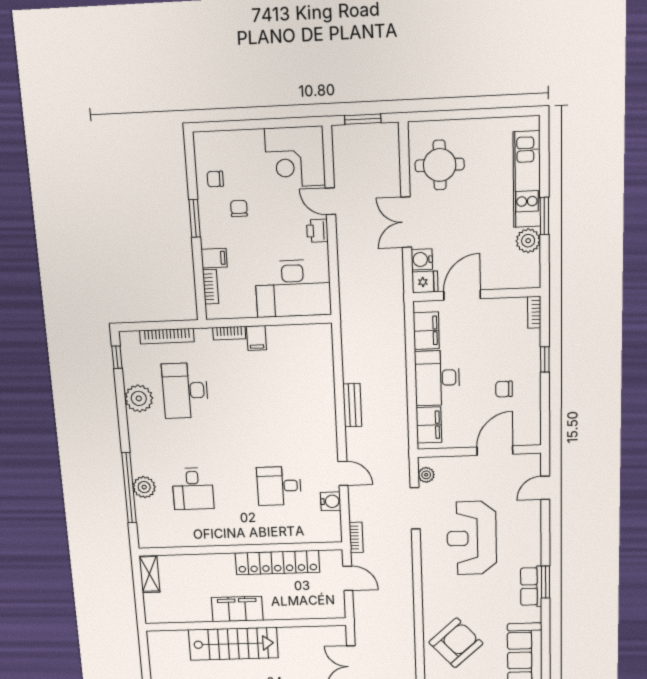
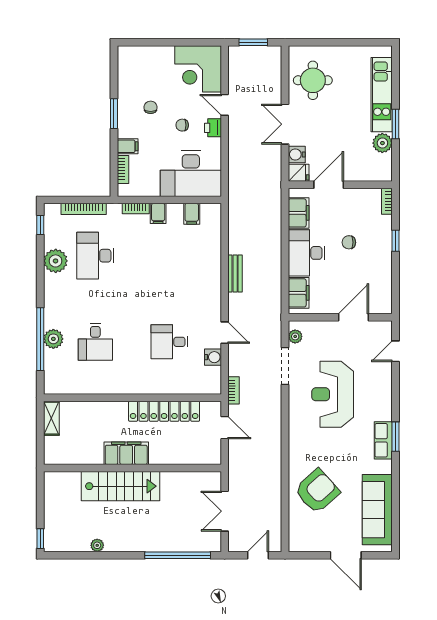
chair: (215, 179) -> (182, 125), moved
filing cabinet: (297, 337) -> (192, 214), added
chair: (504, 389) -> (349, 242), moved

